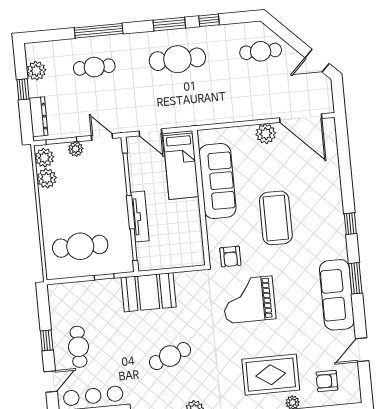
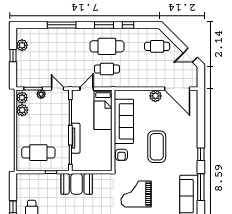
cafe table: (94, 67) -> (107, 69), moved
dresser: (39, 117) -> (21, 73), removed
door: (150, 132) -> (87, 89), swing flipped
armchair: (230, 257) -> (122, 155), moved
window: (355, 278) -> (201, 187), width x1.44

